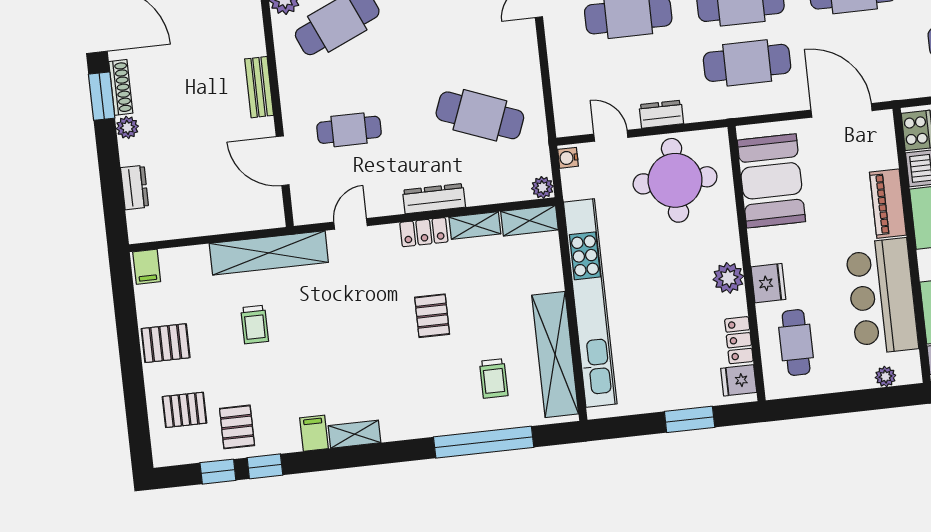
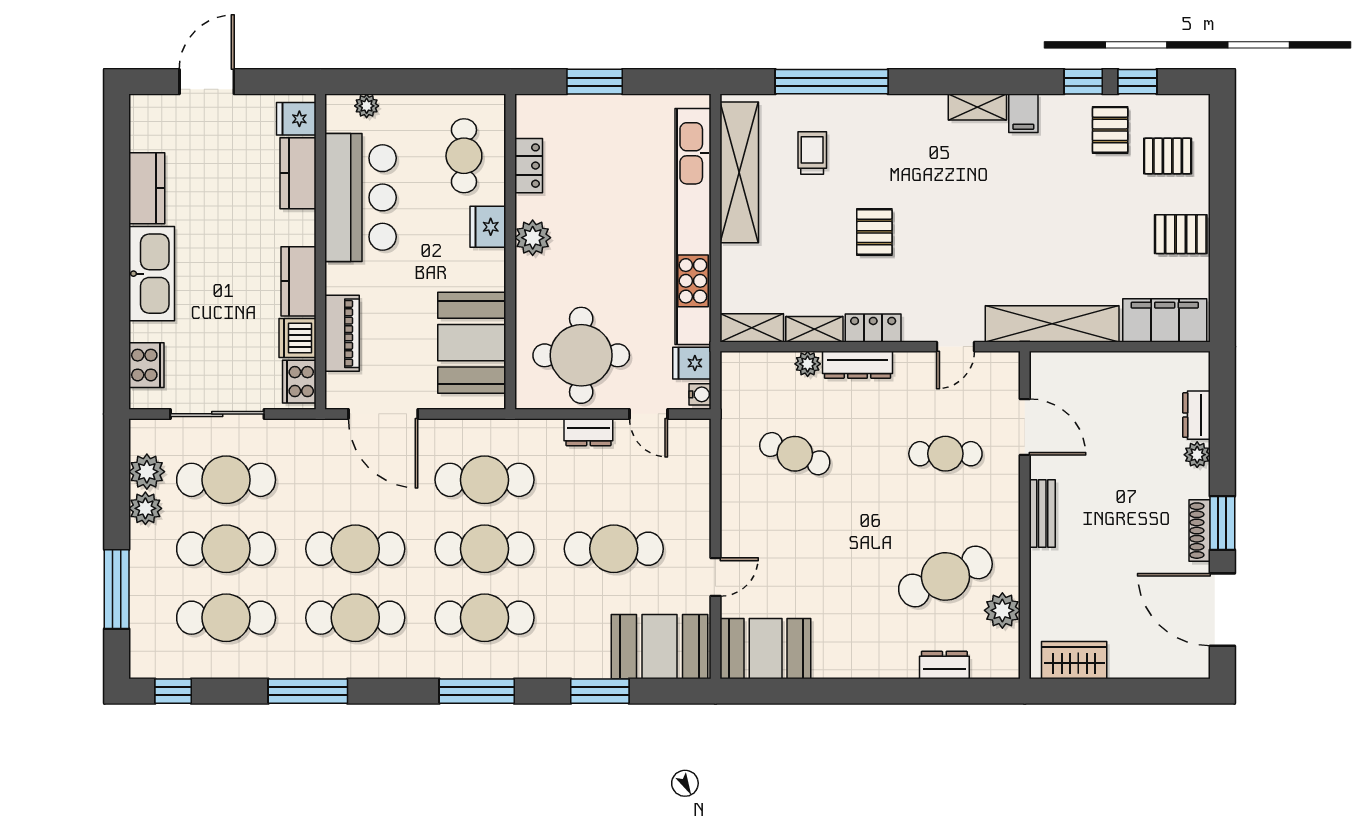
cafe table: (480, 115) -> (795, 454), width x0.73, depth x0.74
plant: (127, 127) -> (1197, 455), moved
plant: (542, 187) -> (808, 364), moved
piano: (888, 204) -> (342, 333), moved
filing cabinet: (147, 267) -> (1165, 320), width x3.00, depth x1.17
trolley: (255, 325) -> (1077, 244), removed
fridge: (739, 380) -> (692, 363), moved, turned 180

